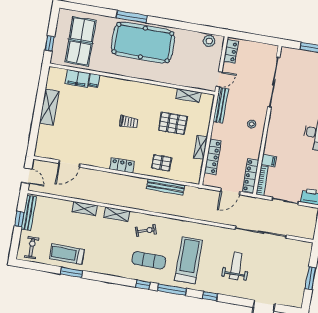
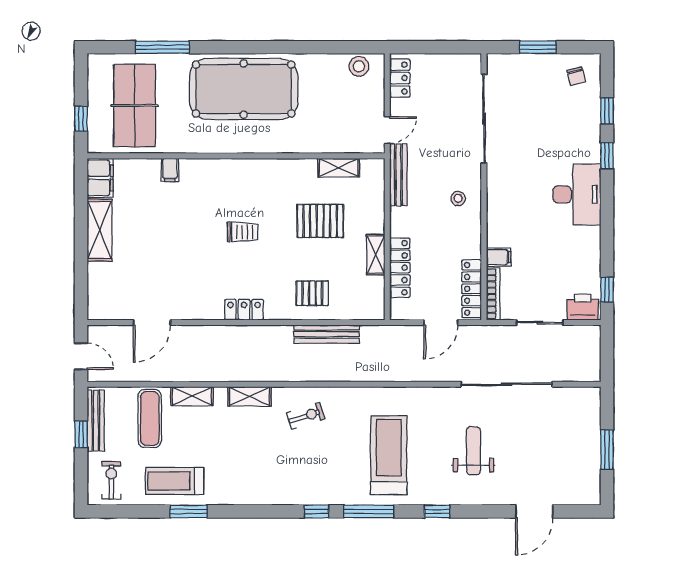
window: (132, 17) -> (162, 47), moved
filing cabinet: (77, 78) -> (100, 178), moved, turned -90
exercise mat: (149, 260) -> (150, 419), moved, turned 90

